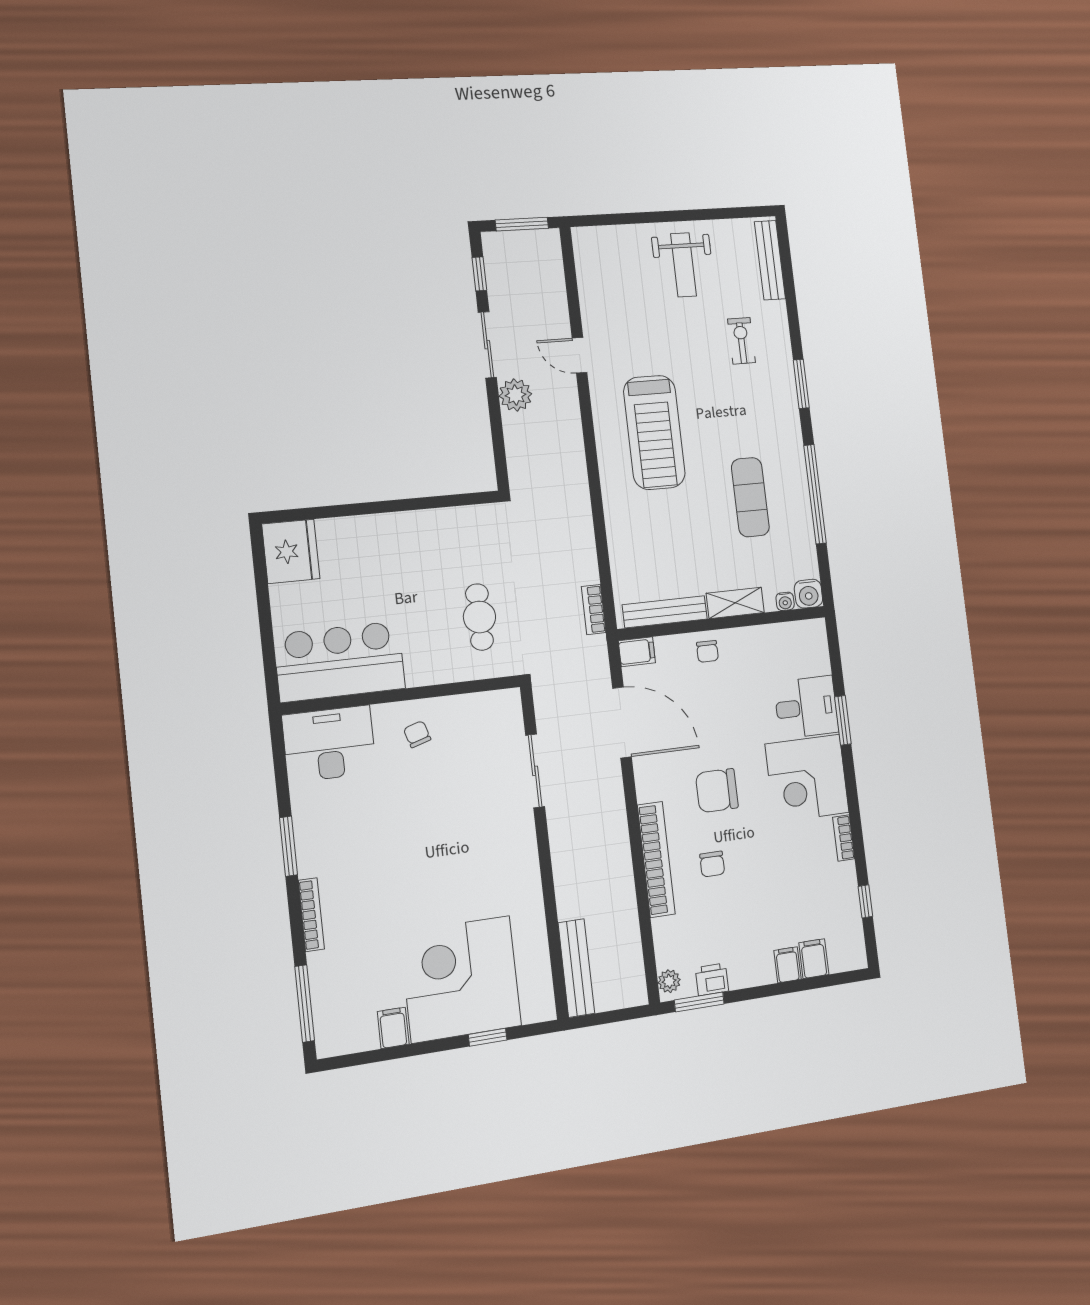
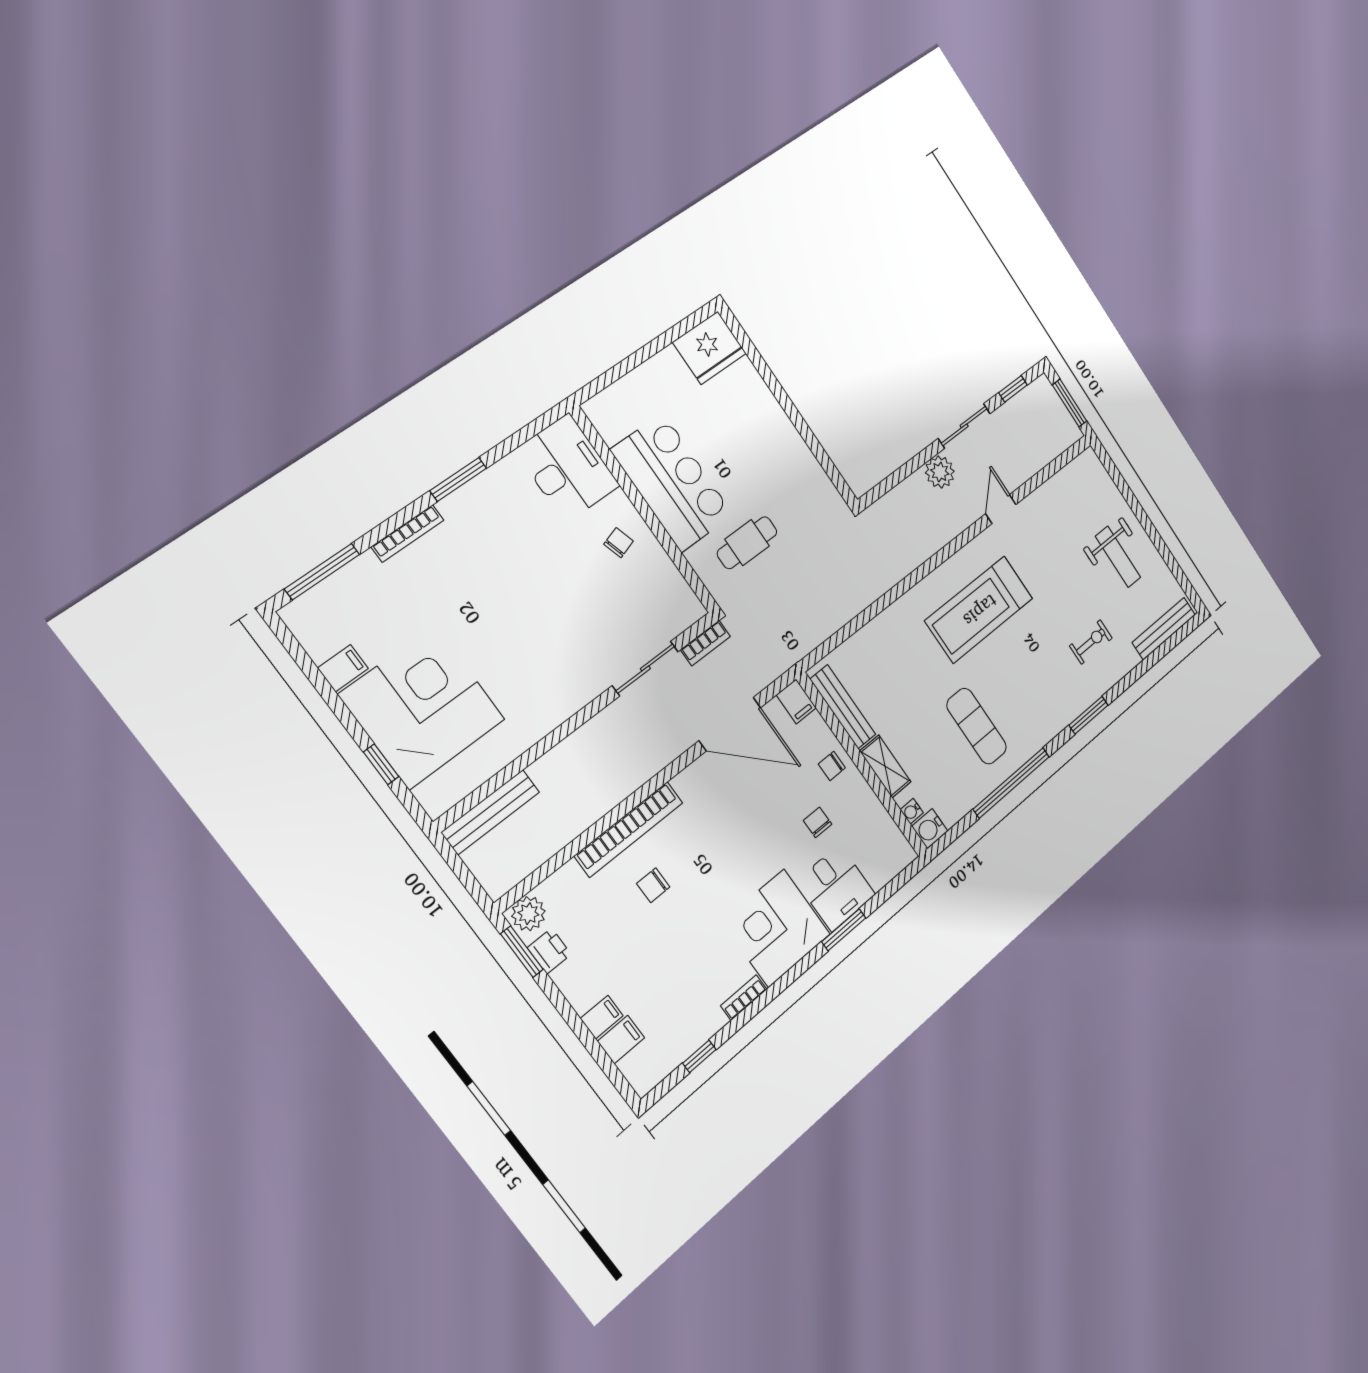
weight bench: (683, 265) -> (1118, 557), turned -90
exercise mat: (750, 497) -> (977, 726), turned 90
bookcase: (594, 609) -> (705, 643), moved, turned 180
bar counter: (340, 662) -> (672, 482), moved
door: (622, 722) -> (730, 724), hinge flipped
chair: (717, 791) -> (818, 822), moved, width x0.54, depth x0.54
plant: (669, 981) -> (528, 914), width x1.38, depth x1.38

